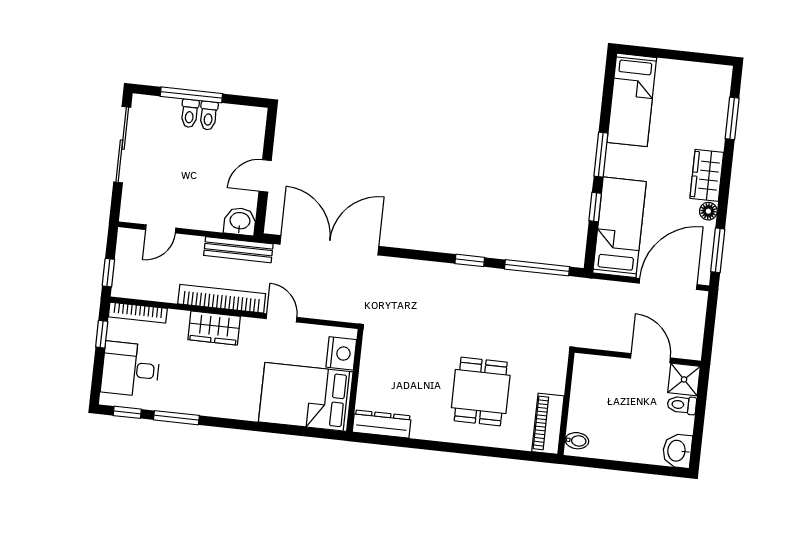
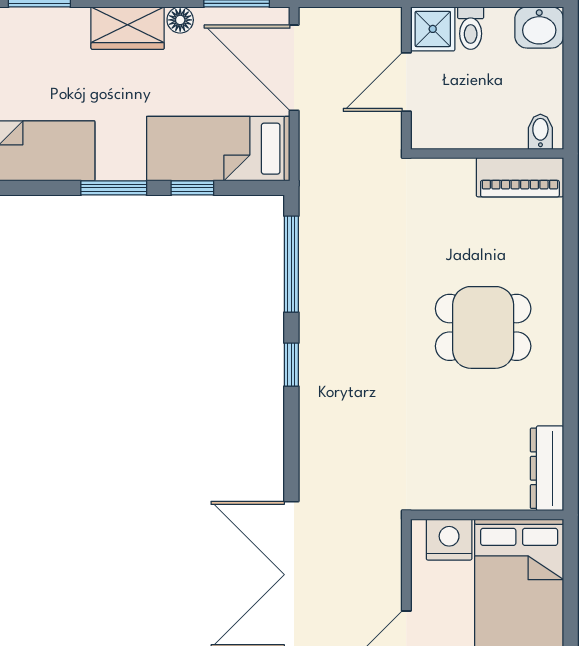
wall: (566, 403) -> (487, 153), moved
piano: (548, 424) -> (520, 177), moved
bidet: (577, 441) -> (540, 132), moved

